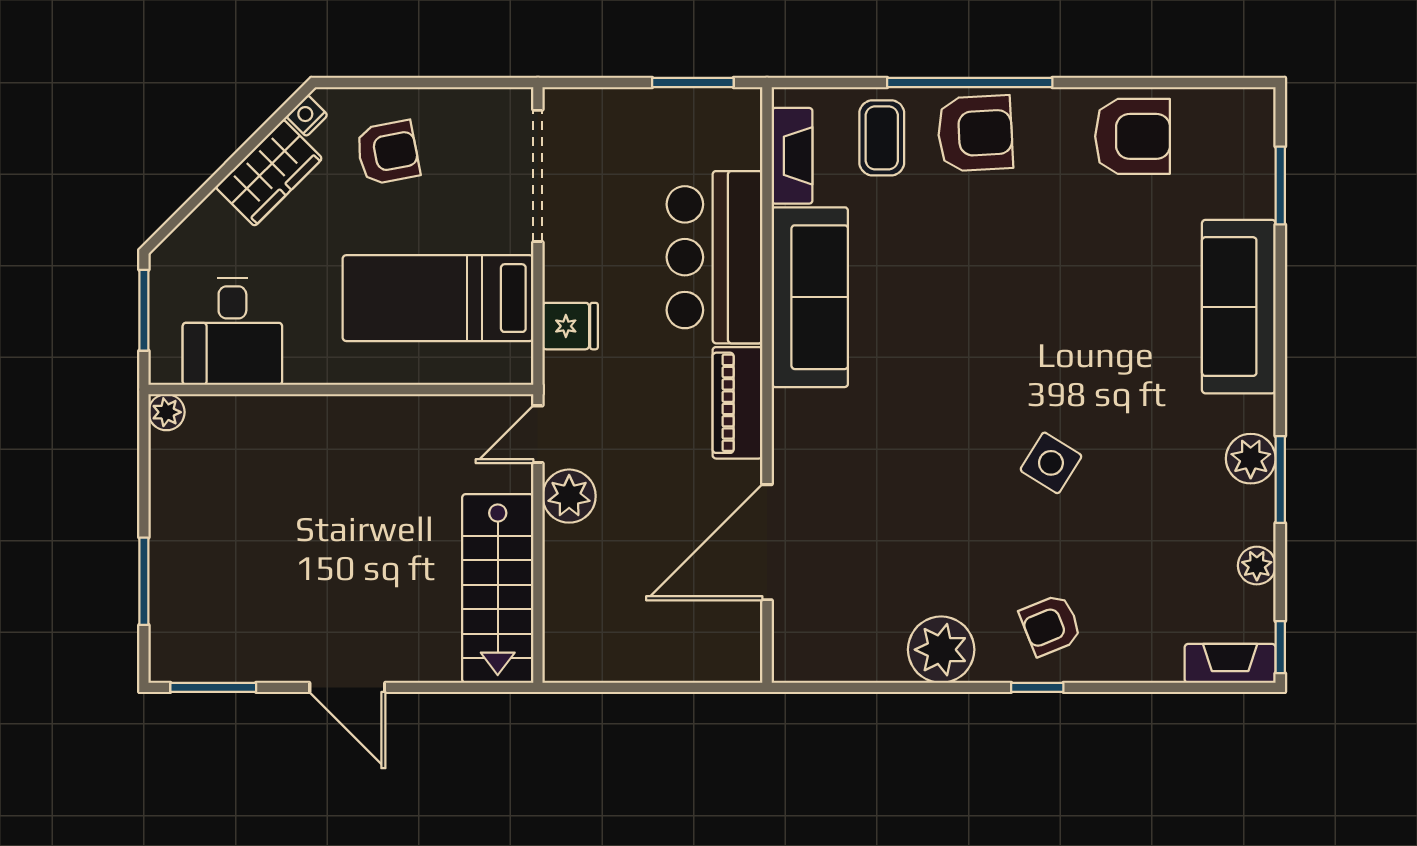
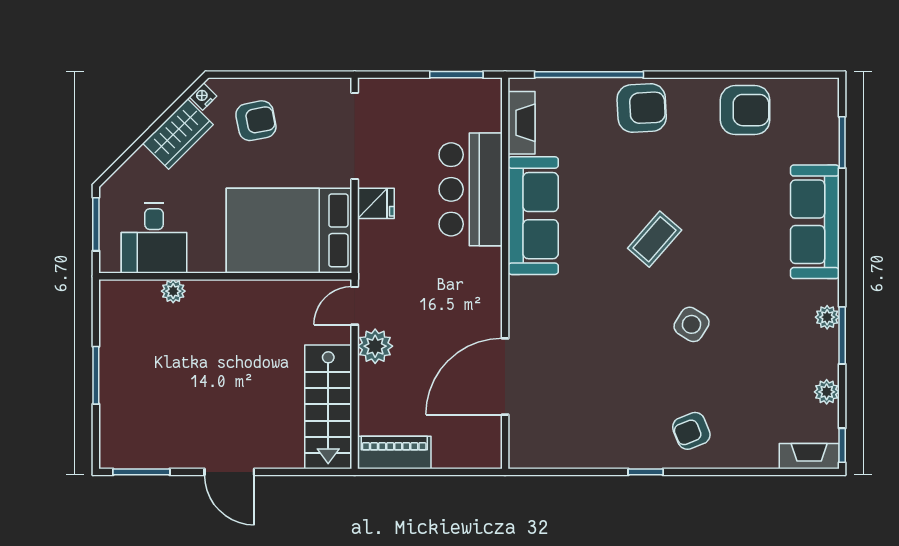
window: (970, 83) -> (589, 75), moved
coffee table: (882, 138) -> (655, 239), moved, turned 41
bed: (438, 298) -> (289, 230), width x1.50
fridge: (570, 326) -> (376, 203), moved
piano: (737, 403) -> (394, 452), moved, turned 90
plant: (167, 412) -> (173, 291), moved
plant: (1251, 459) -> (827, 317), width x0.73, depth x0.73
window: (144, 581) -> (96, 375), moved
plant: (941, 650) -> (619, 447), removed
window: (1037, 687) -> (646, 472), moved

